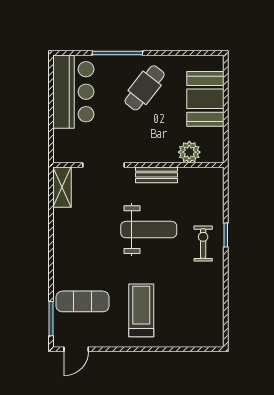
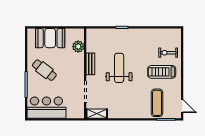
exercise bike: (203, 244) -> (168, 53), moved

